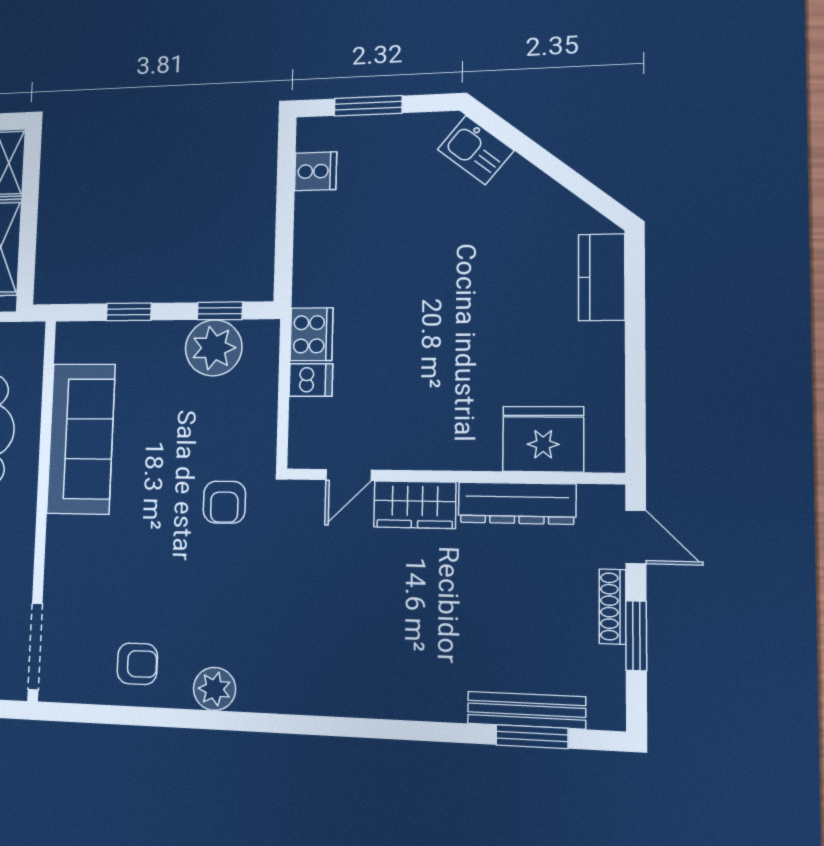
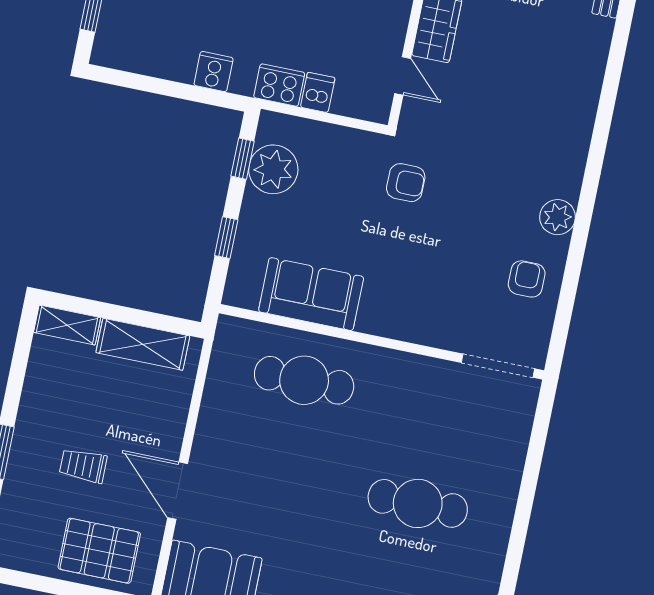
cooker: (316, 171) -> (214, 72), moved
sofa: (81, 439) -> (311, 294), width x0.73

